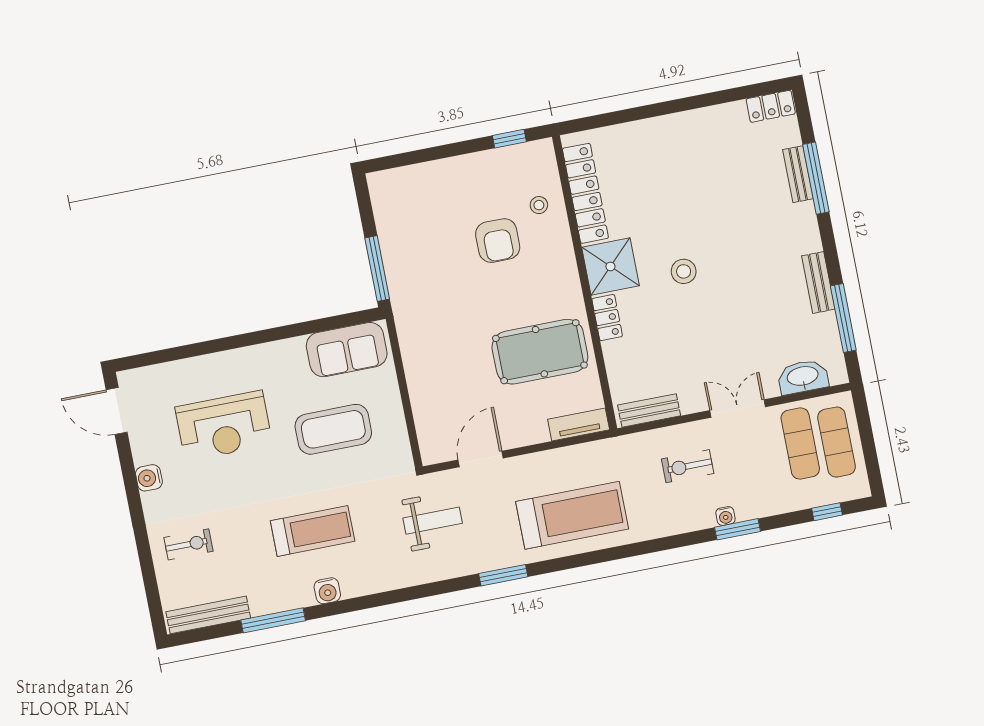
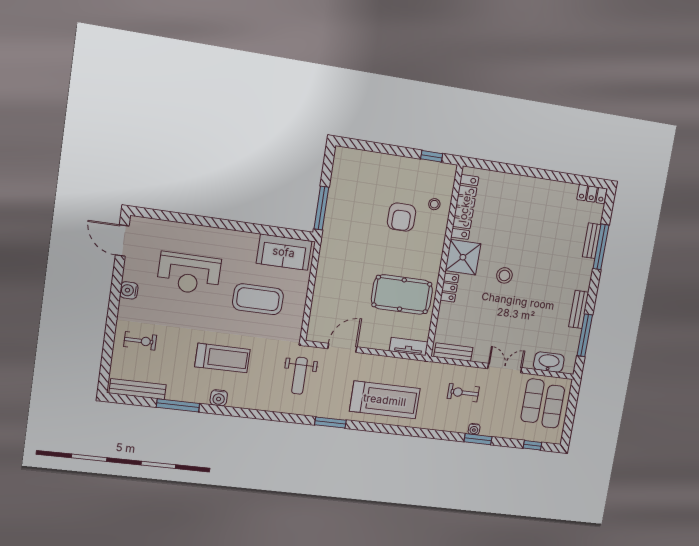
weight bench: (433, 521) -> (300, 376), turned 90

